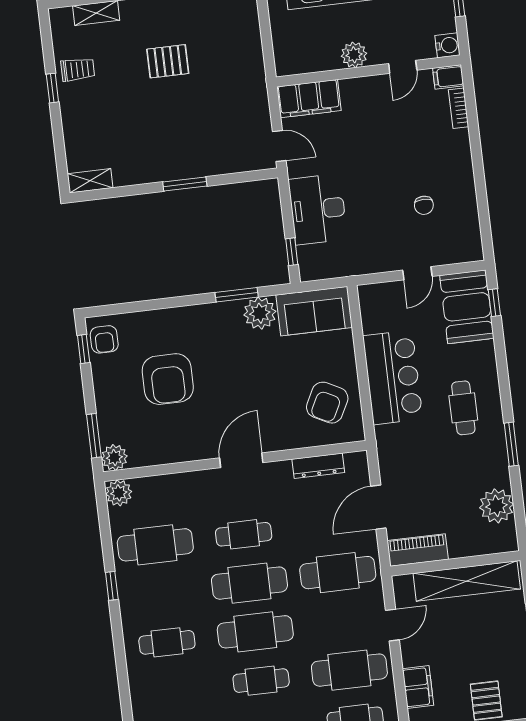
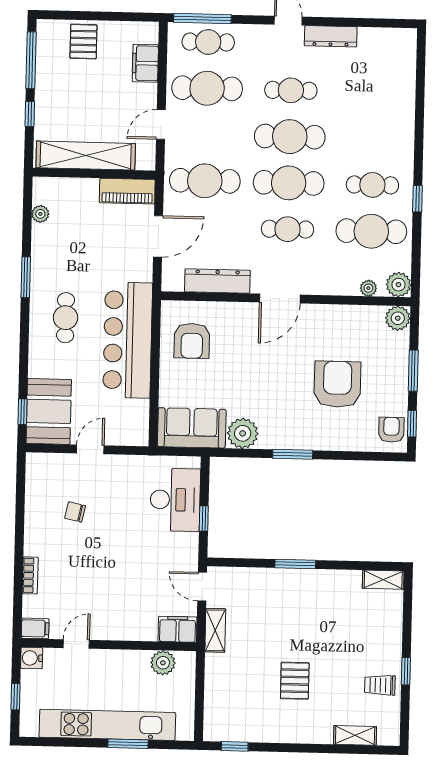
plant: (354, 55) -> (163, 663), moved
pallet: (168, 61) -> (295, 681), turned 90
filing cabinet: (309, 99) -> (178, 629), width x0.67, depth x0.86
shelving: (259, 102) -> (215, 630), added
bookcase: (459, 108) -> (30, 575), moved
chair: (424, 205) -> (75, 512), turned -78
desk: (318, 209) -> (175, 500), moved
window: (292, 252) -> (204, 518), moved
window: (237, 295) -> (293, 454), moved
bar counter: (393, 377) -> (128, 340), width x1.36
armchair: (327, 403) -> (192, 341), turned 153
window: (94, 436) -> (413, 371), moved
dresser: (318, 466) -> (217, 281), width x1.37, depth x1.24
plant: (150, 485) -> (368, 288), added
plant: (496, 506) -> (40, 214), width x0.53, depth x0.53
cafe table: (167, 642) -> (372, 185), moved

